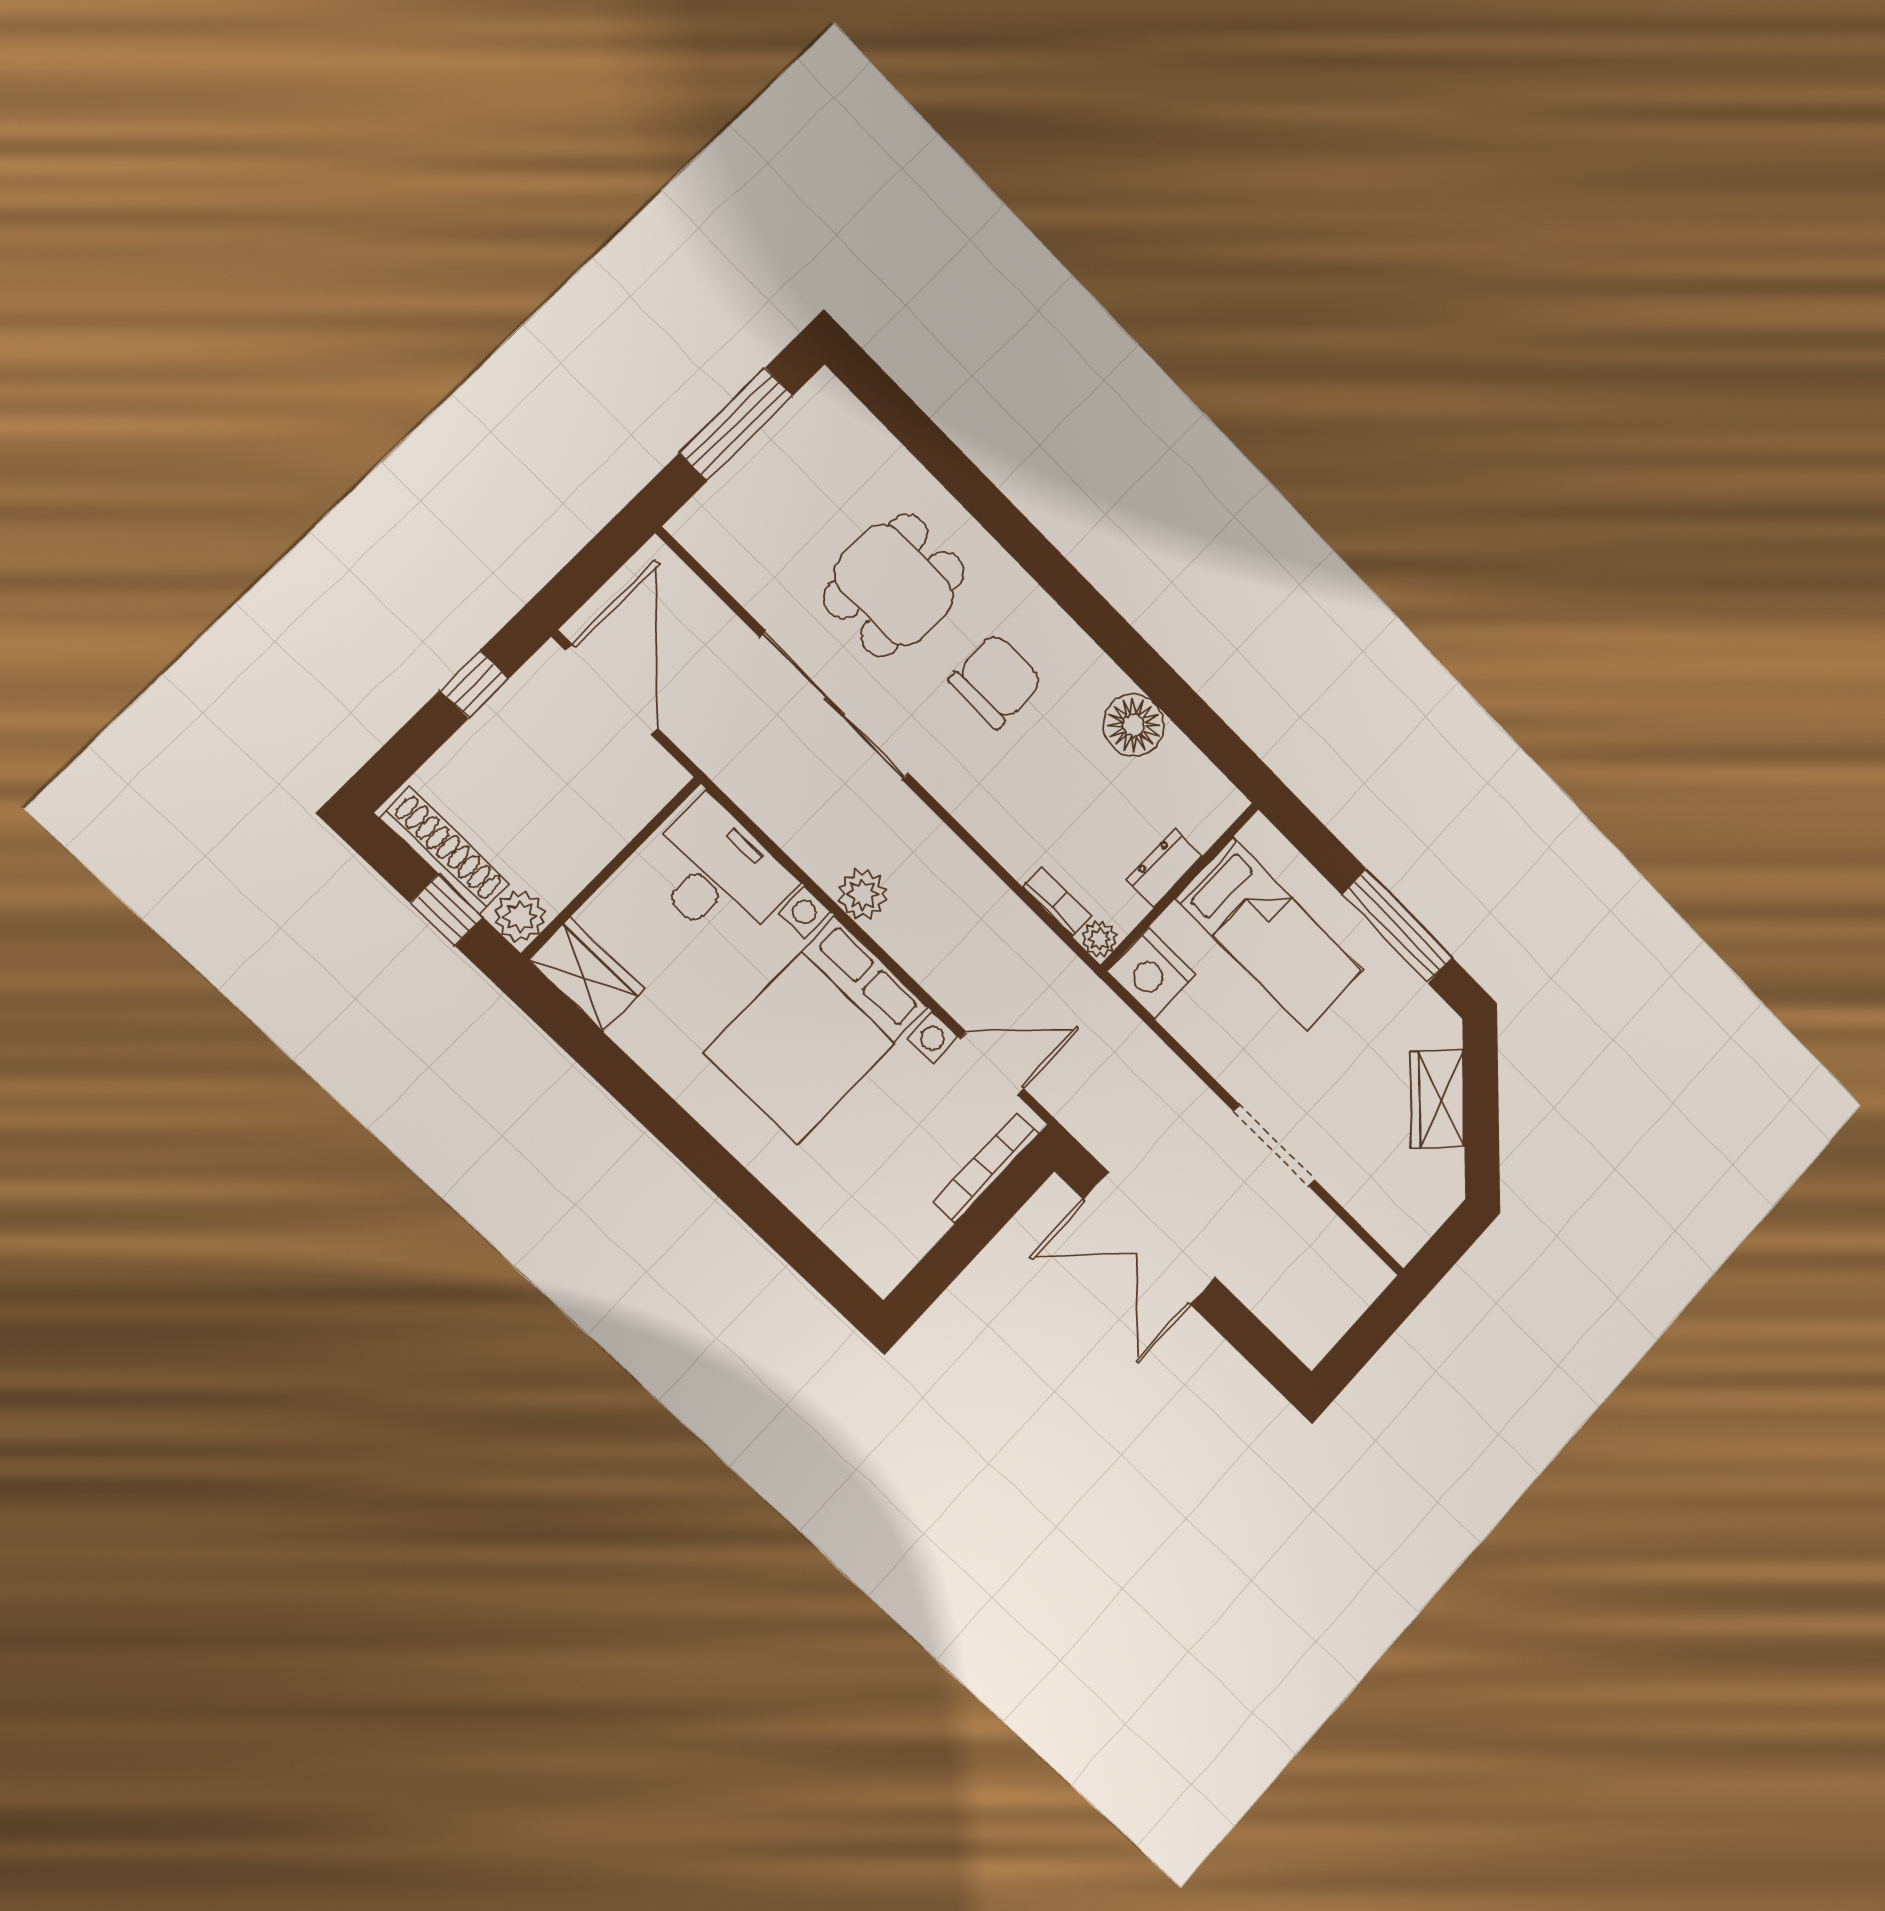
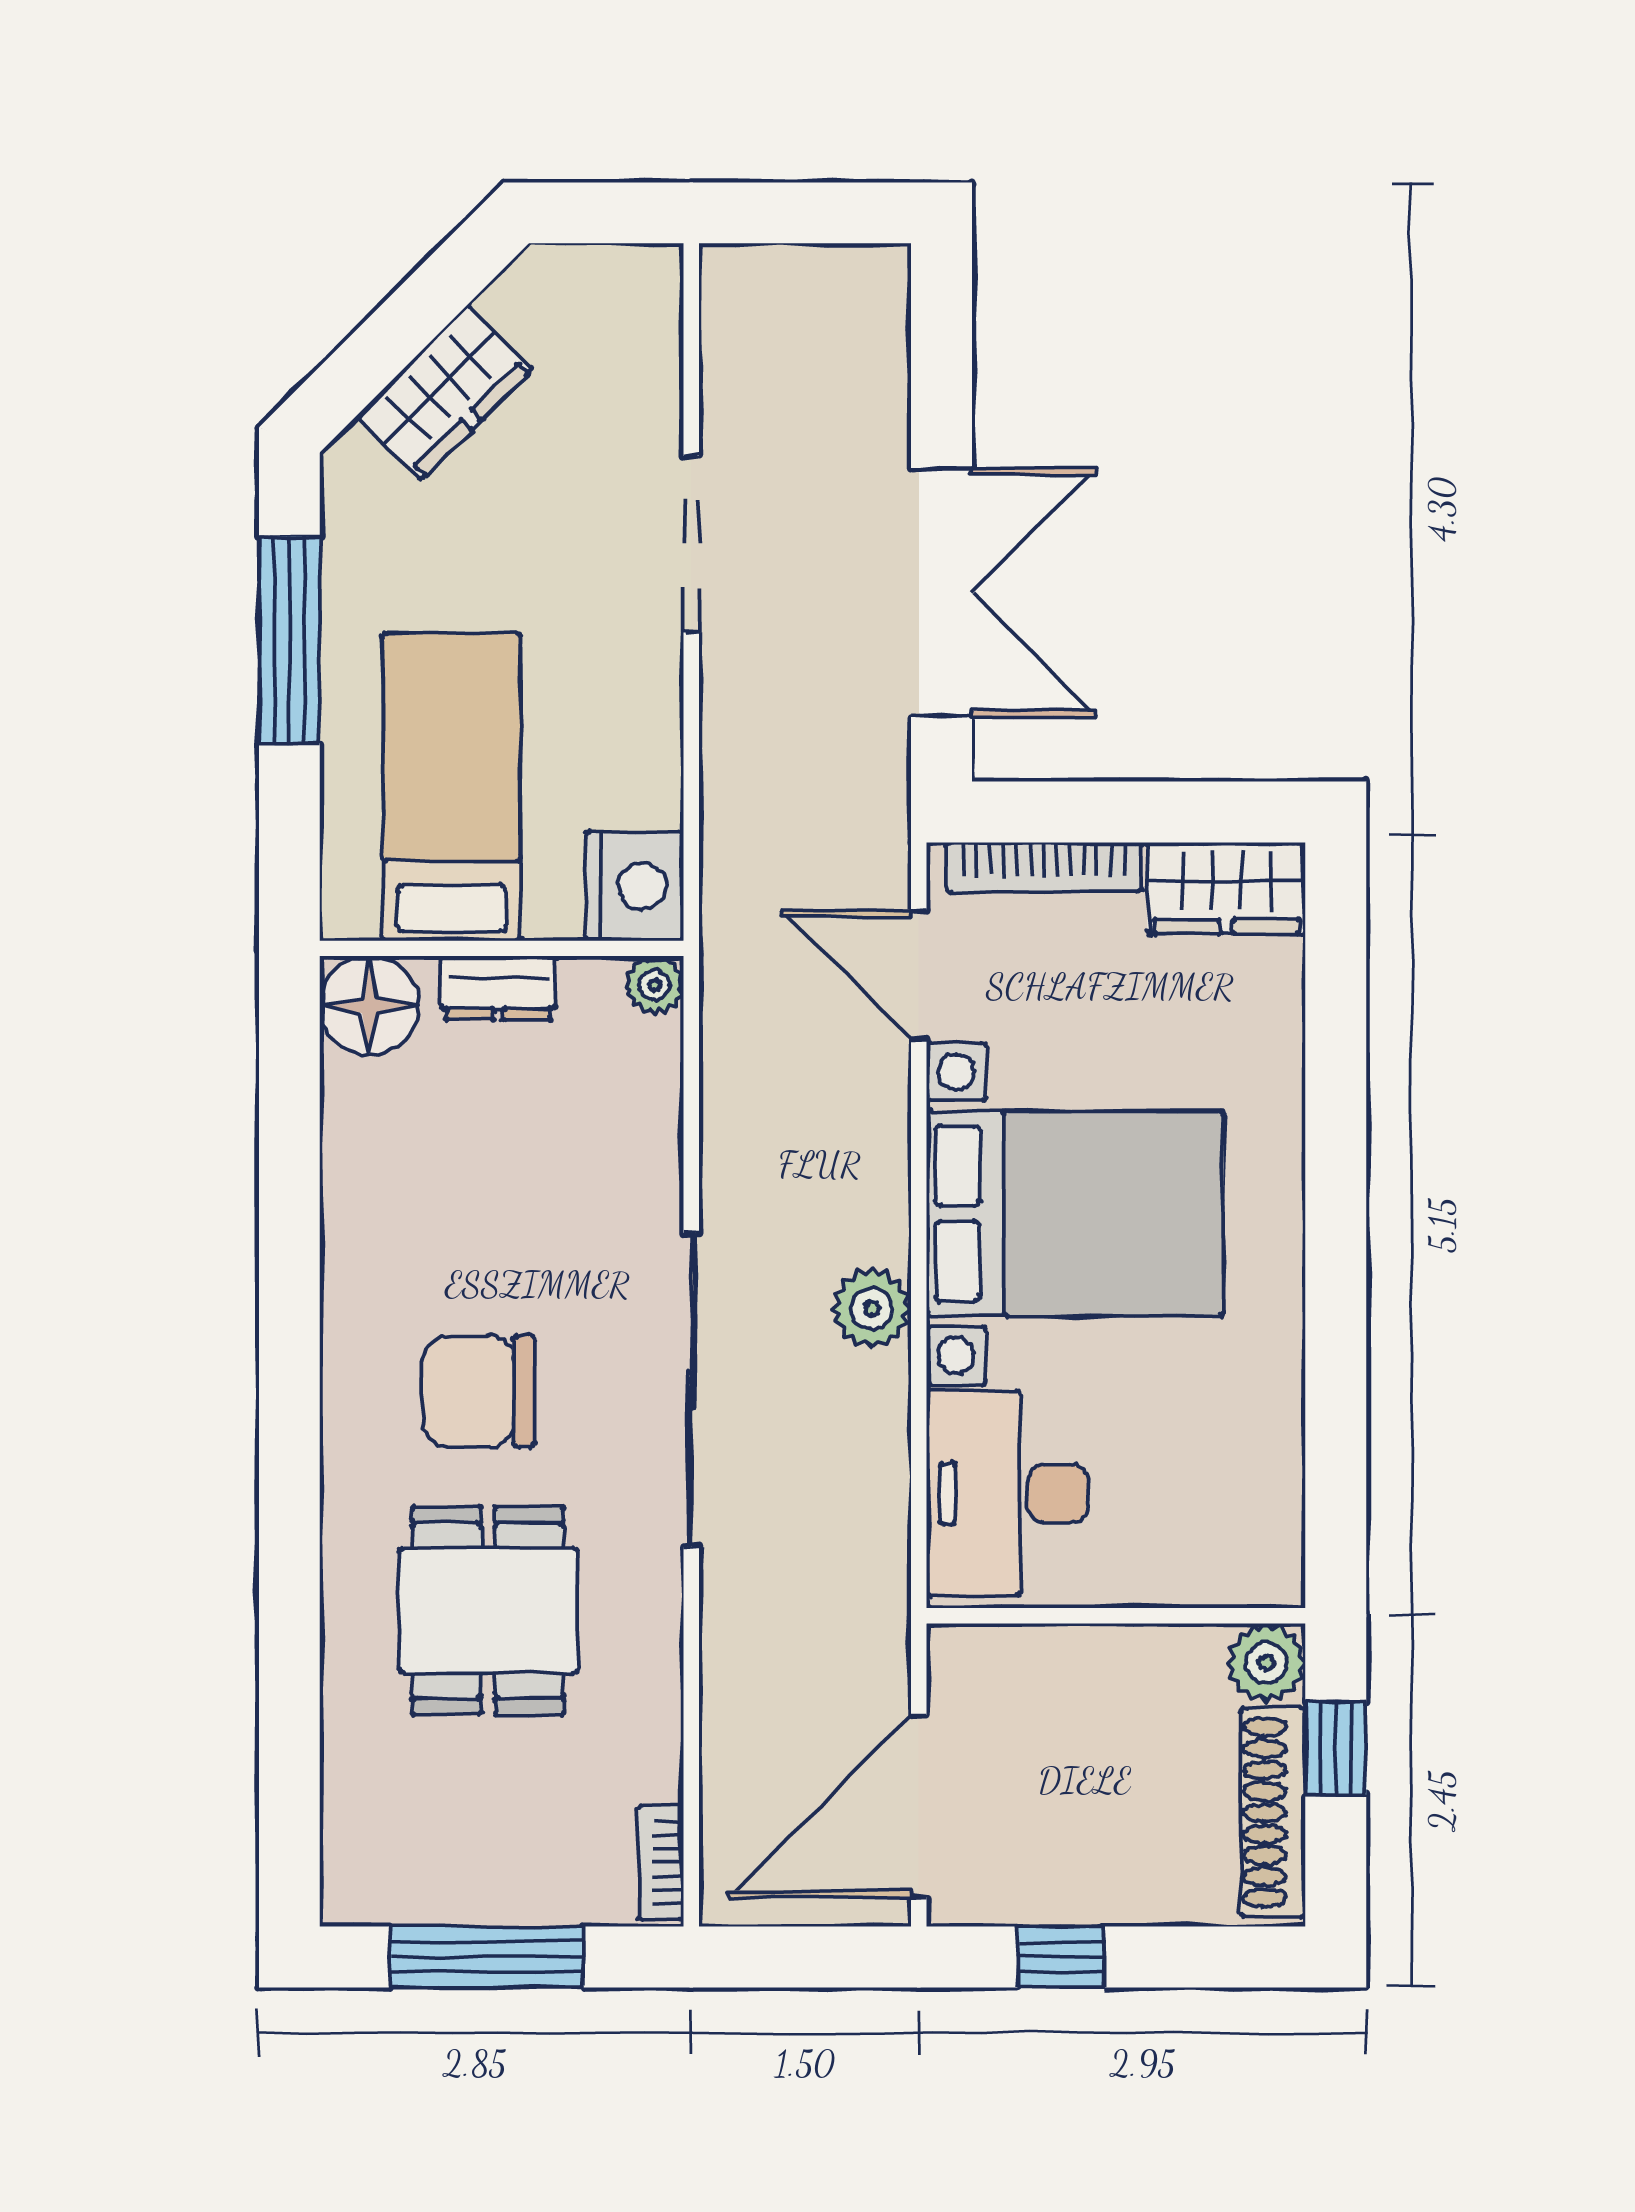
dining table: (894, 585) -> (488, 1611), turned 90
sliding door: (834, 706) -> (691, 1390), moved
floor lamp: (1134, 725) -> (369, 1006), moved
bookcase: (1057, 902) -> (661, 1863), moved
wardrobe: (587, 975) -> (1226, 888), moved, turned -90

